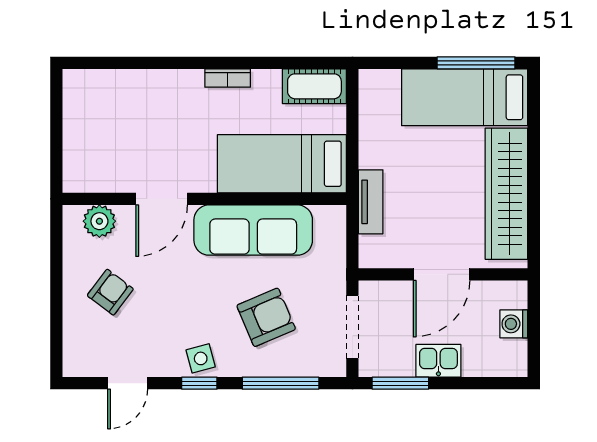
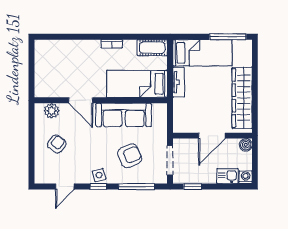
bed: (465, 97) -> (202, 53), moved, turned 180
door: (162, 199) -> (81, 100), hinge flipped
tv unit: (371, 202) -> (179, 82), moved
boiler: (514, 294) -> (246, 145), added
washing machine: (514, 324) -> (246, 177), moved, turned 90
kitchen sink: (438, 361) -> (227, 176), moved
window: (400, 383) -> (193, 187), width x0.67

